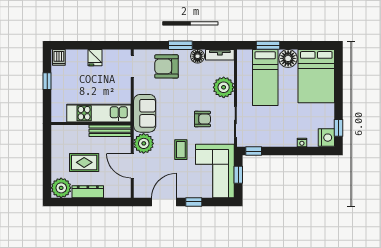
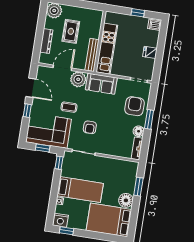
bed: (265, 77) -> (80, 190), moved, turned 180
plant: (224, 87) -> (112, 147), removed
dresser: (88, 192) -> (46, 41), moved

